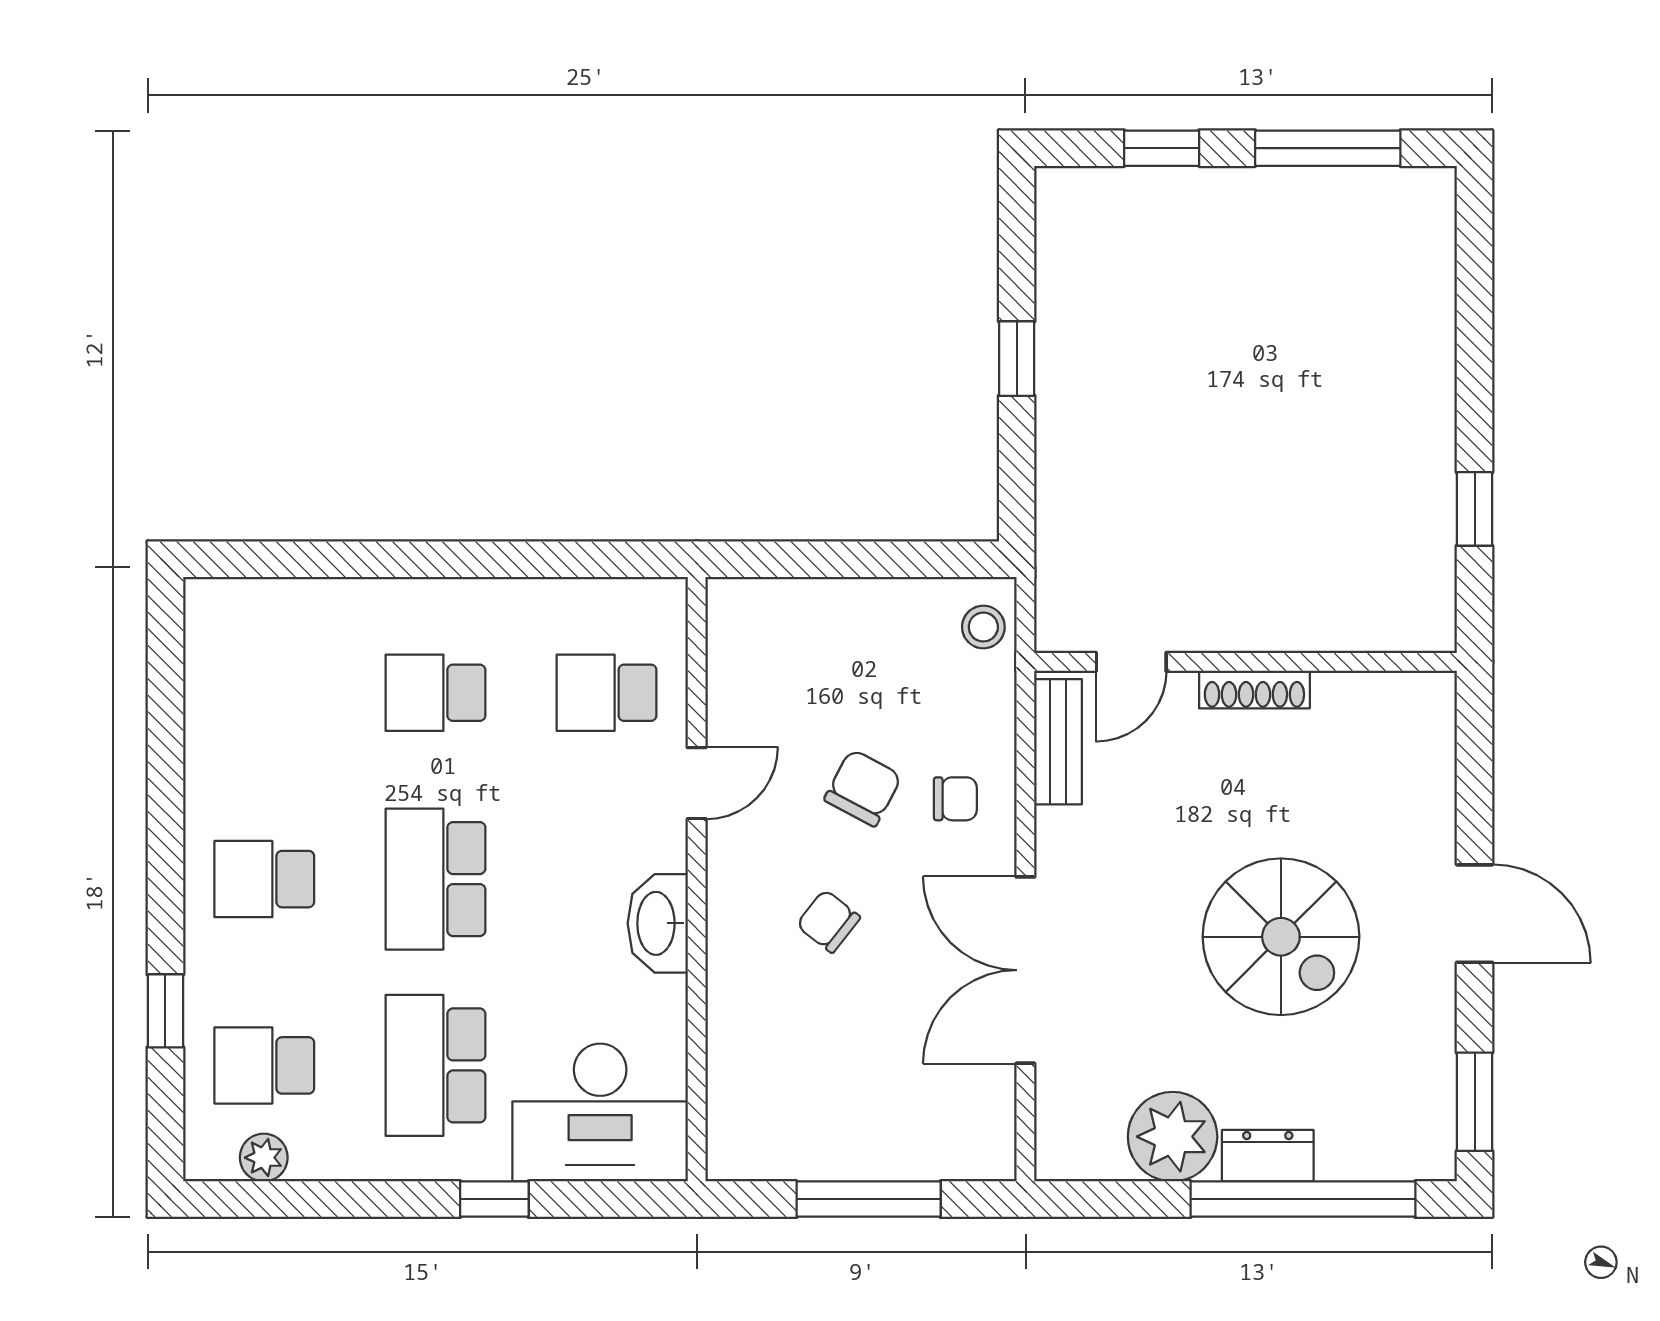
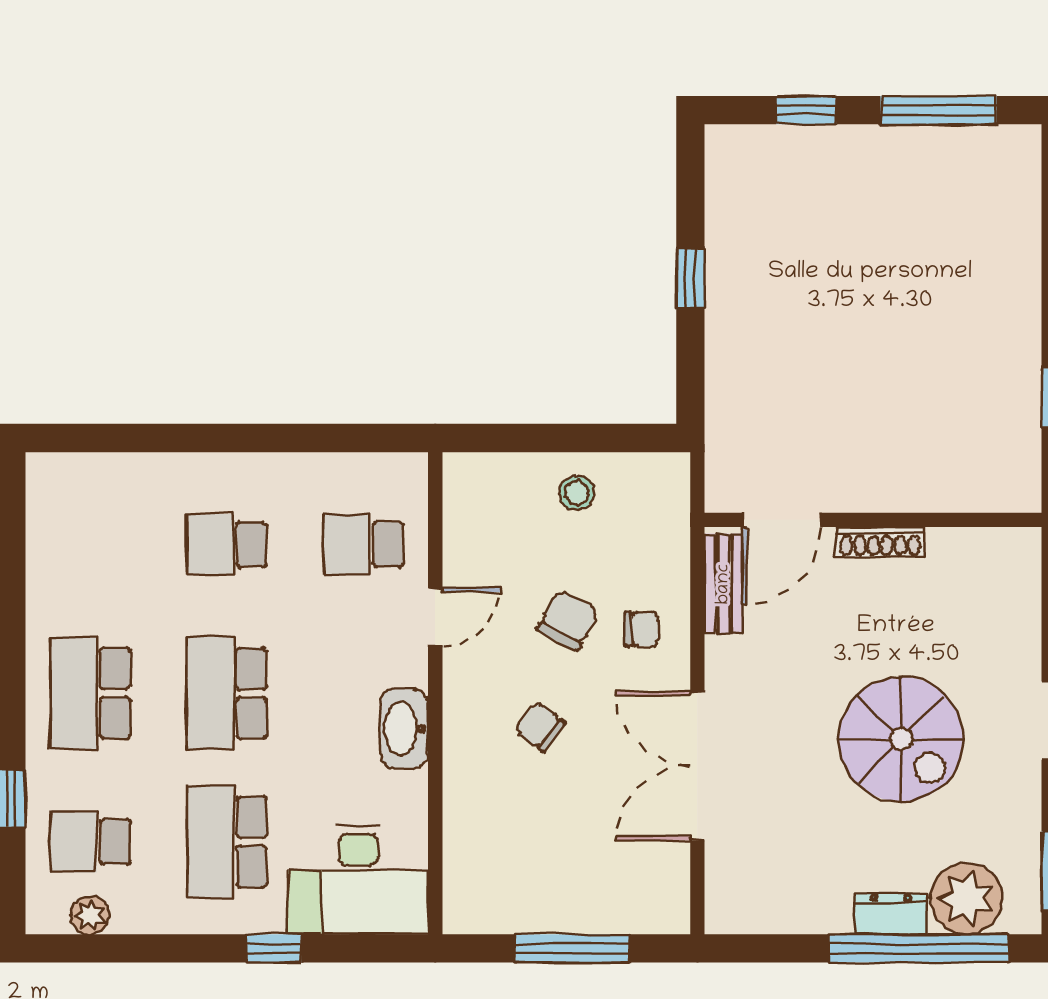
stool: (983, 627) -> (577, 493), moved
door: (1131, 662) -> (782, 520), width x1.38
school desk: (264, 879) -> (90, 693), width x1.85
plant: (1173, 1137) -> (967, 899), moved

